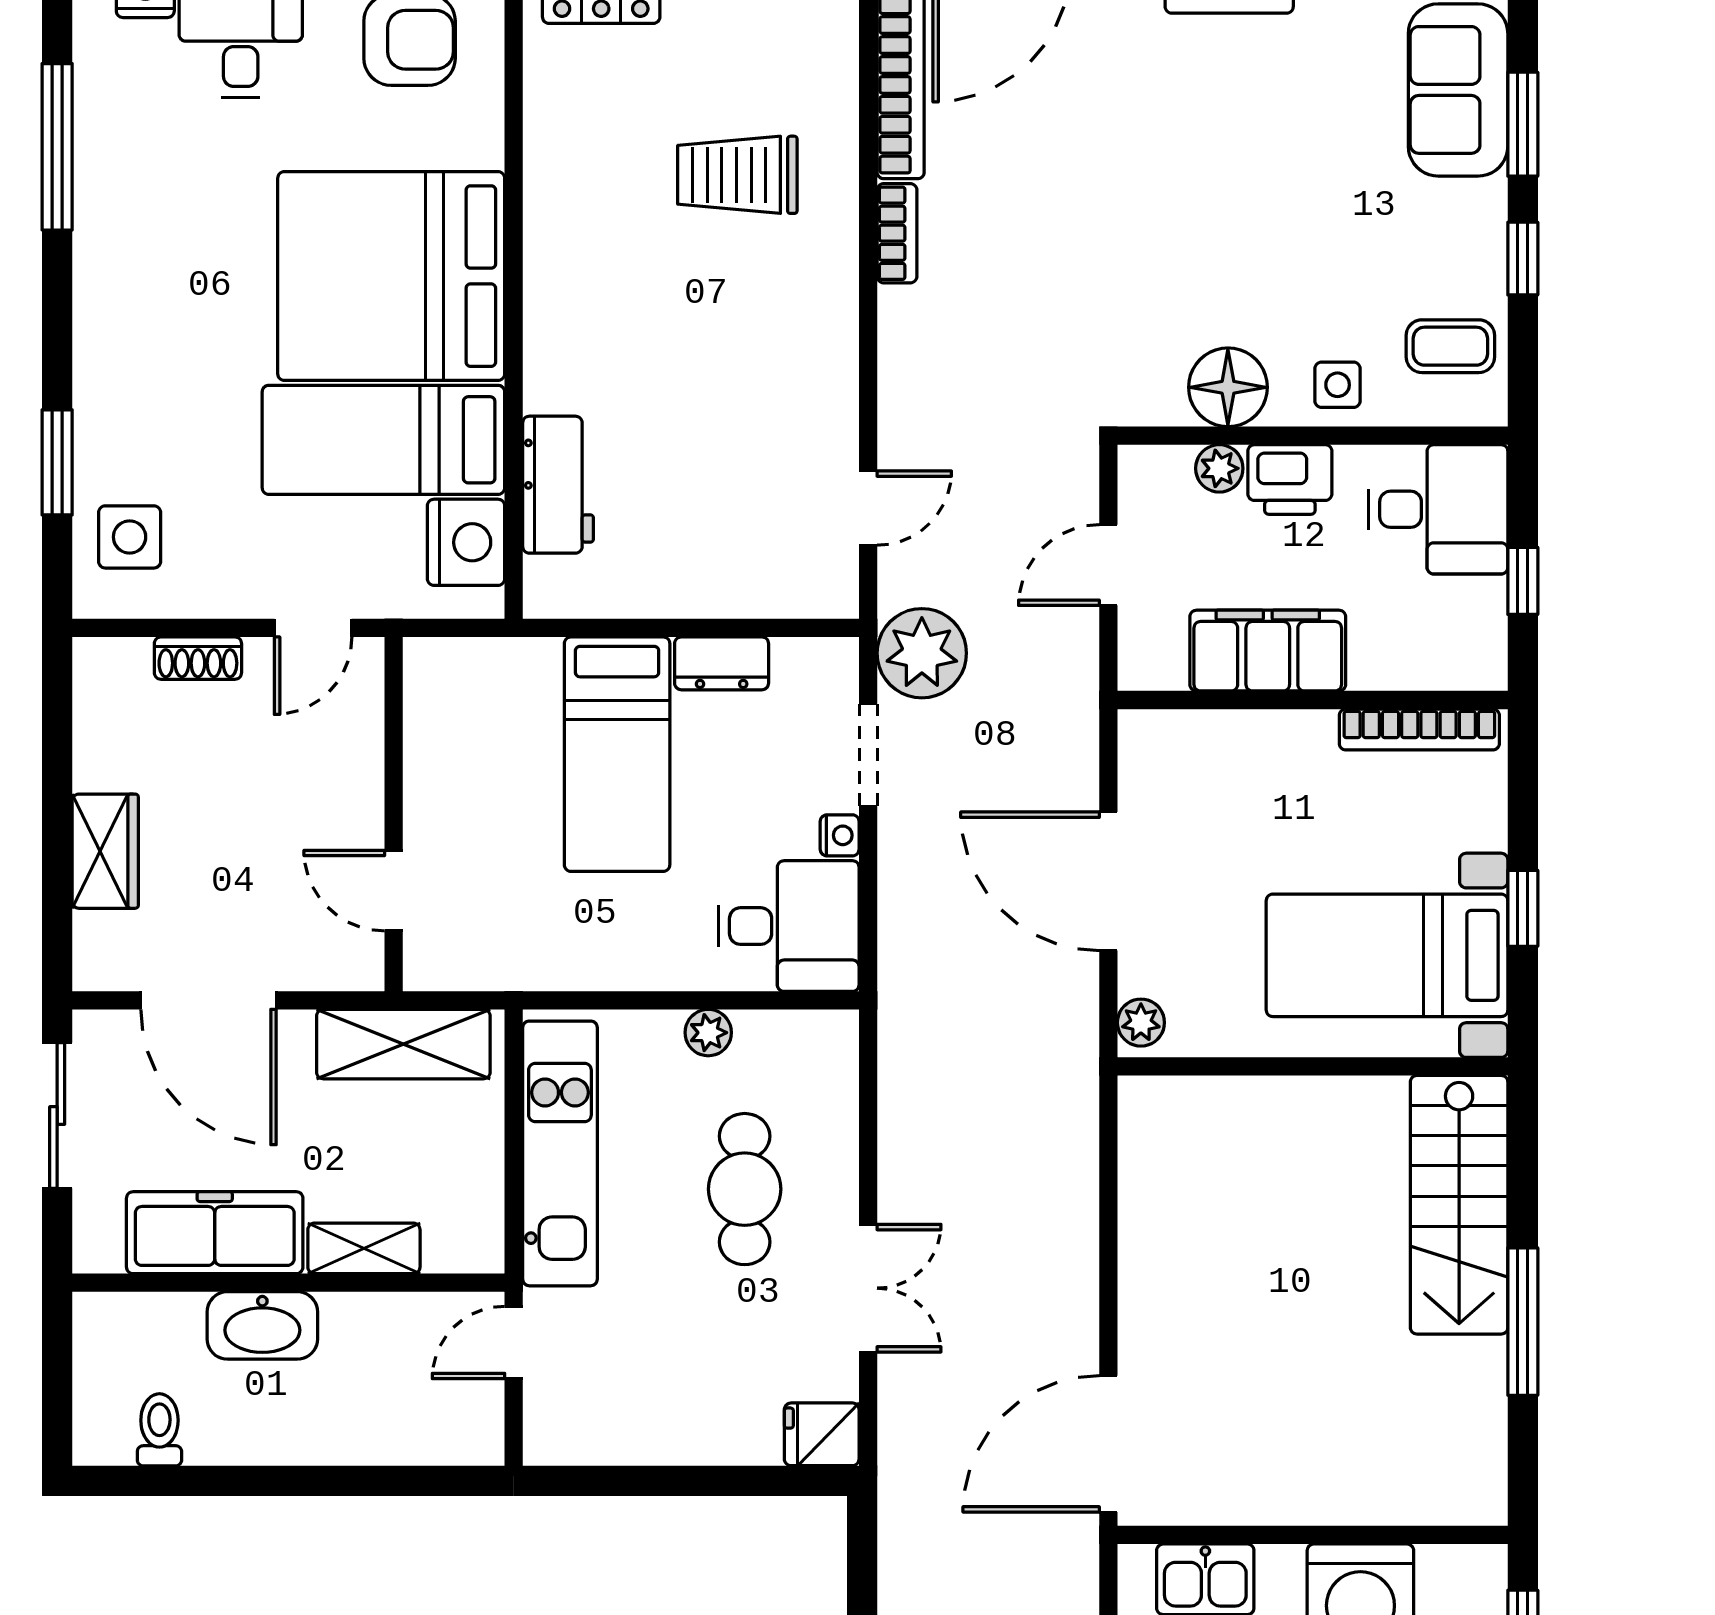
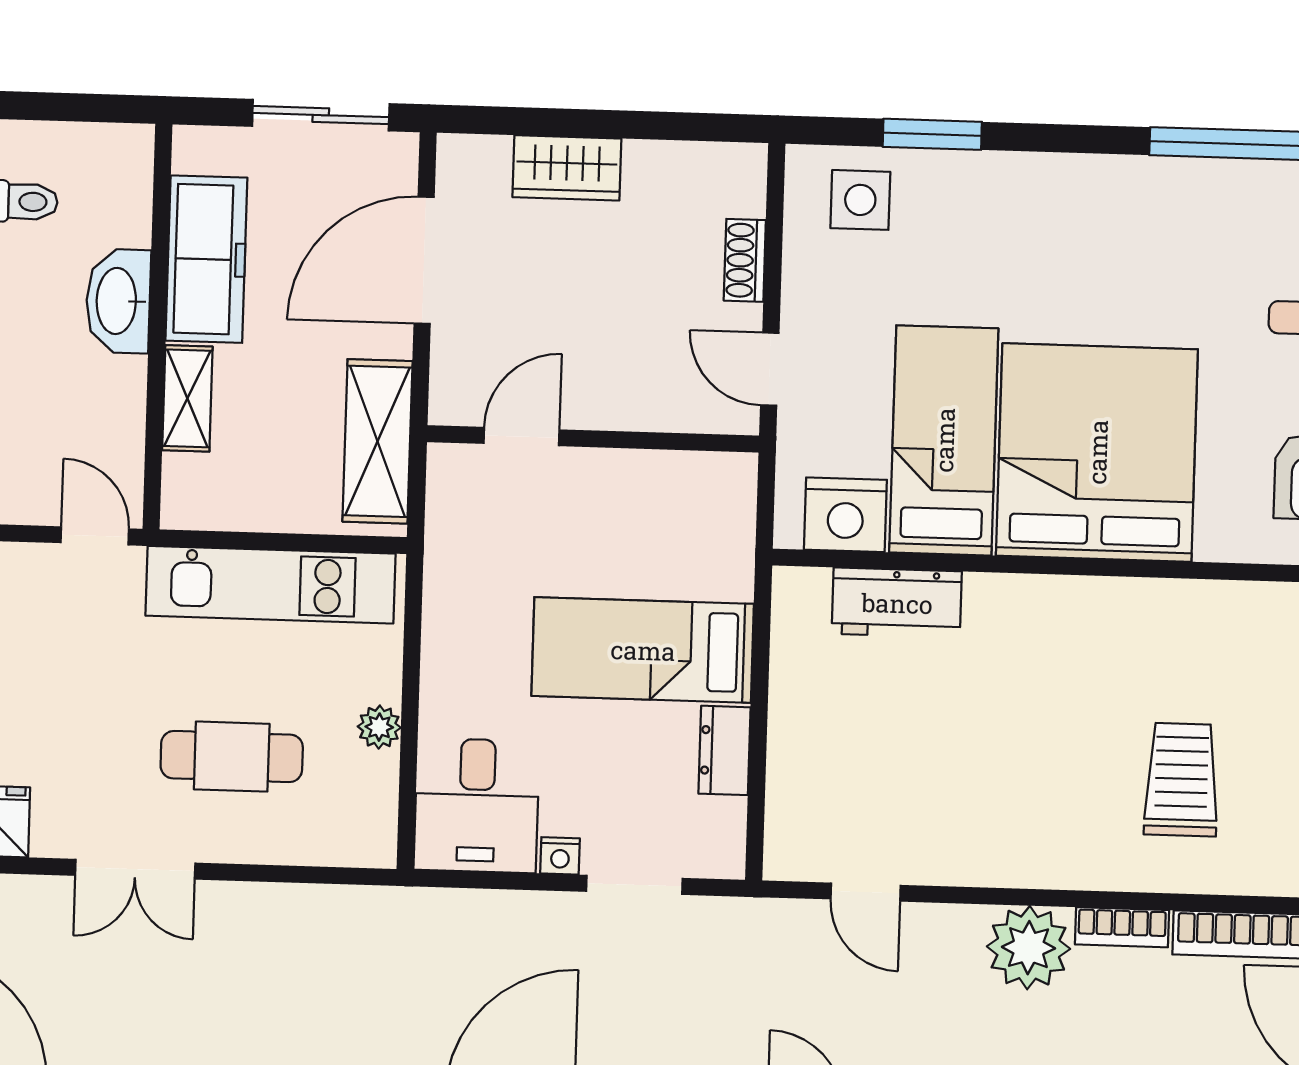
plant: (922, 653) -> (1028, 948), moved

